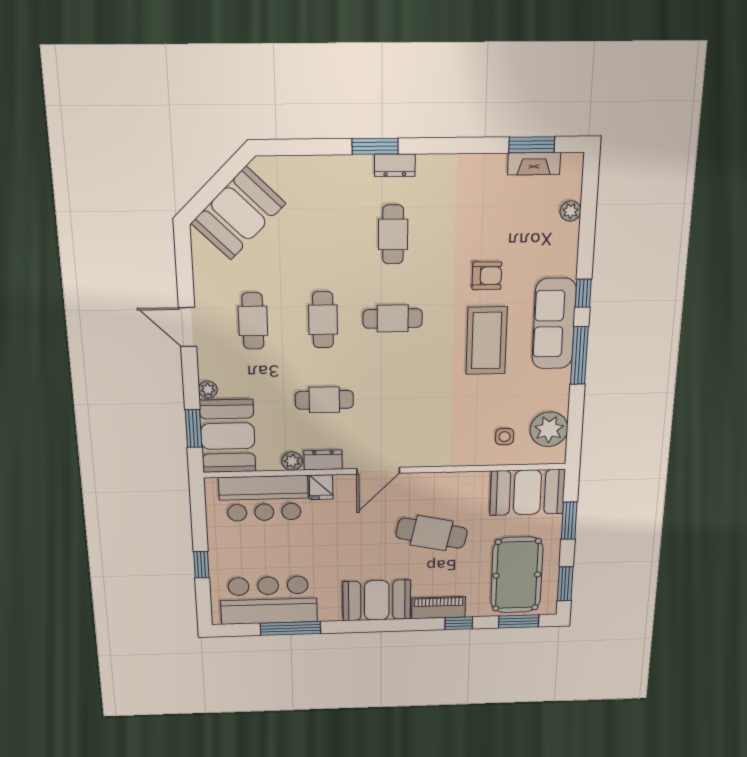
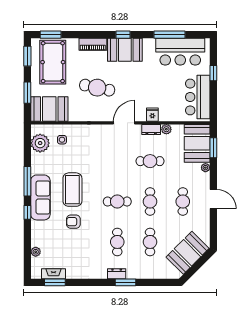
cafe table: (322, 235) -> (150, 242), added
bar counter: (264, 498) -> (198, 97), moved, turned -90
window: (459, 623) -> (123, 35), moved

